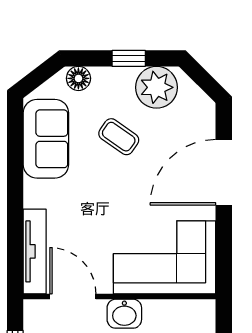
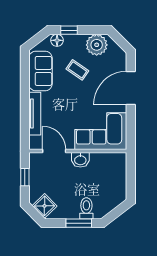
window: (129, 58) -> (69, 30), moved
tv unit: (35, 251) -> (35, 114), moved

